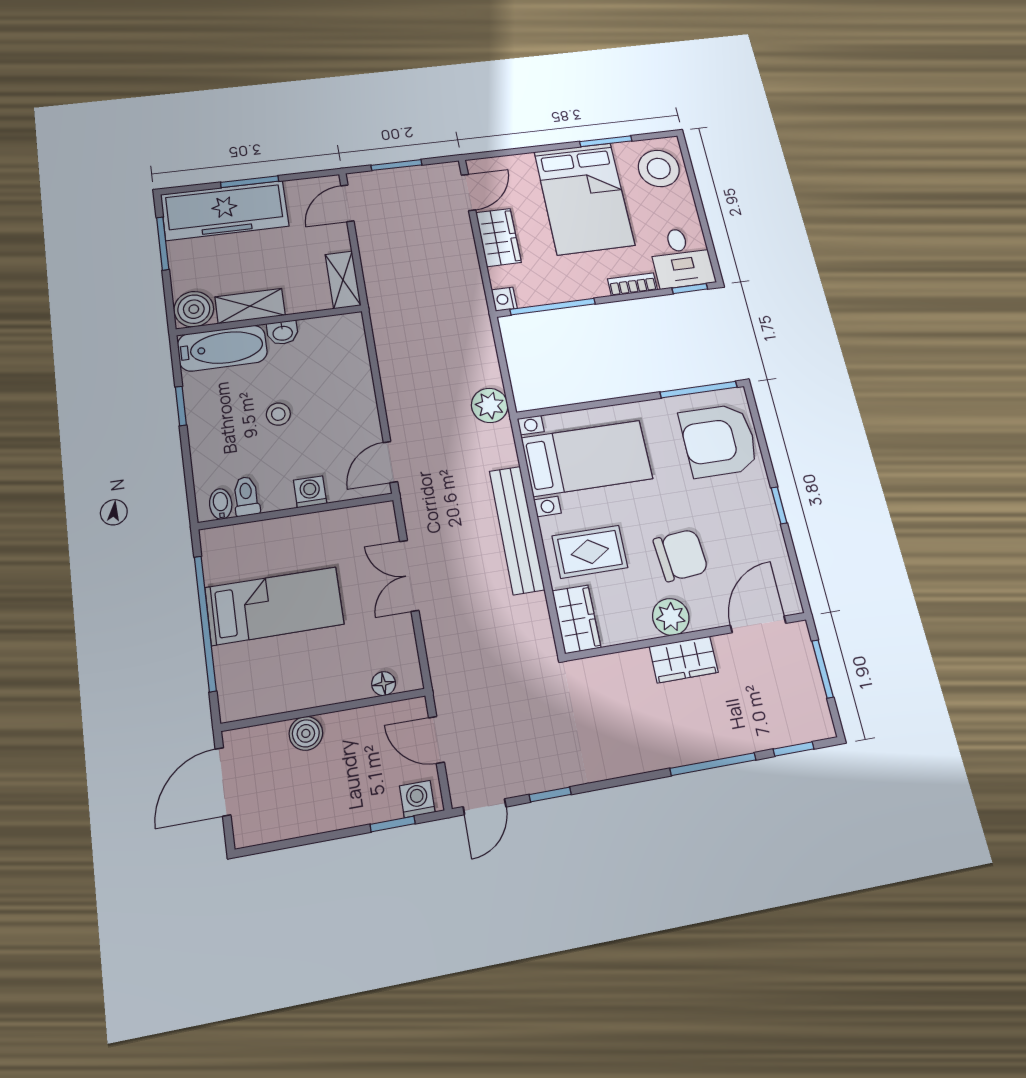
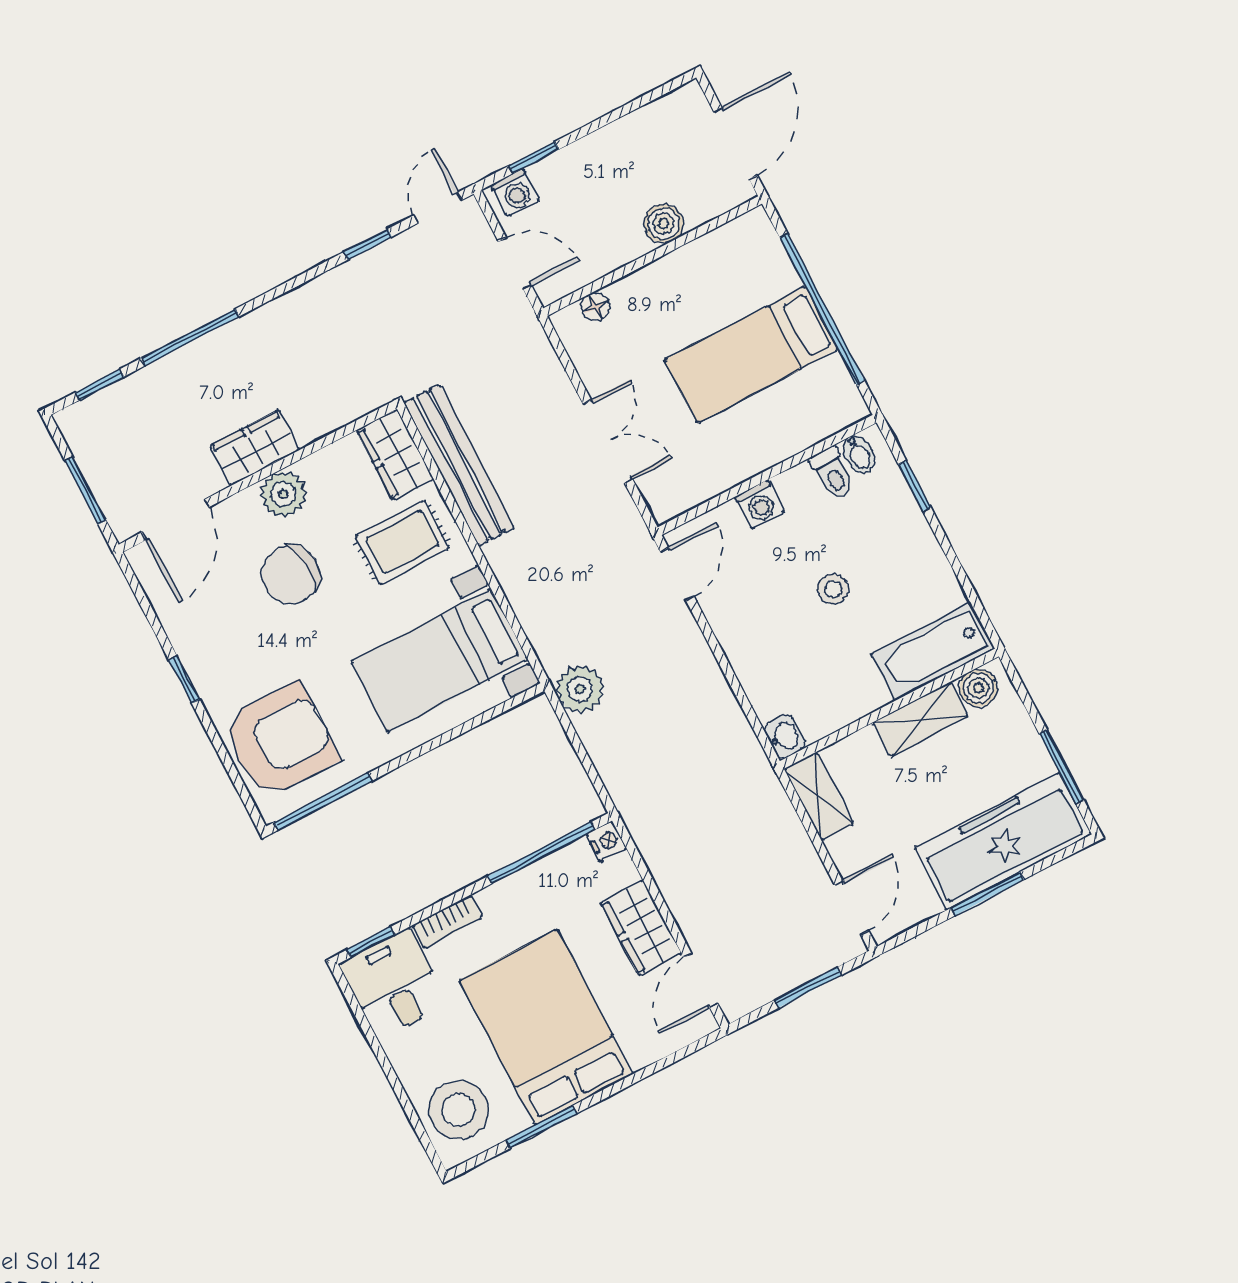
boiler: (194, 309) -> (978, 688), width x0.73, depth x0.73
washbasin: (283, 333) -> (785, 737), moved, turned 90
window: (181, 406) -> (915, 486), moved
bench: (517, 530) -> (459, 465), moved

